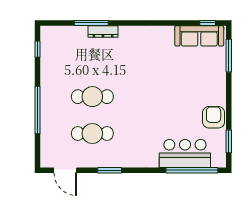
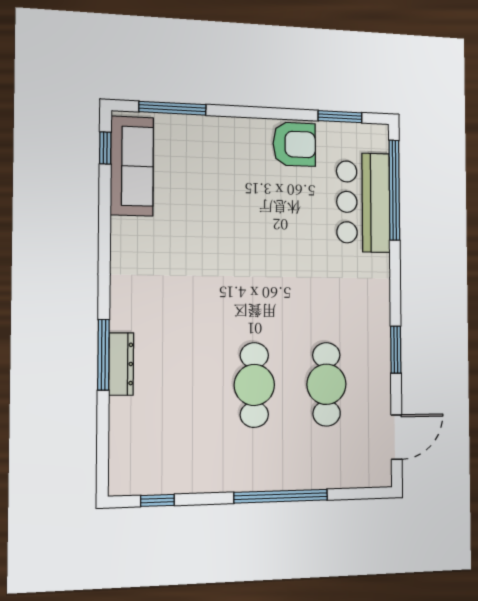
window: (91, 23) -> (103, 355), moved
armchair: (214, 117) -> (294, 144), turned 180

